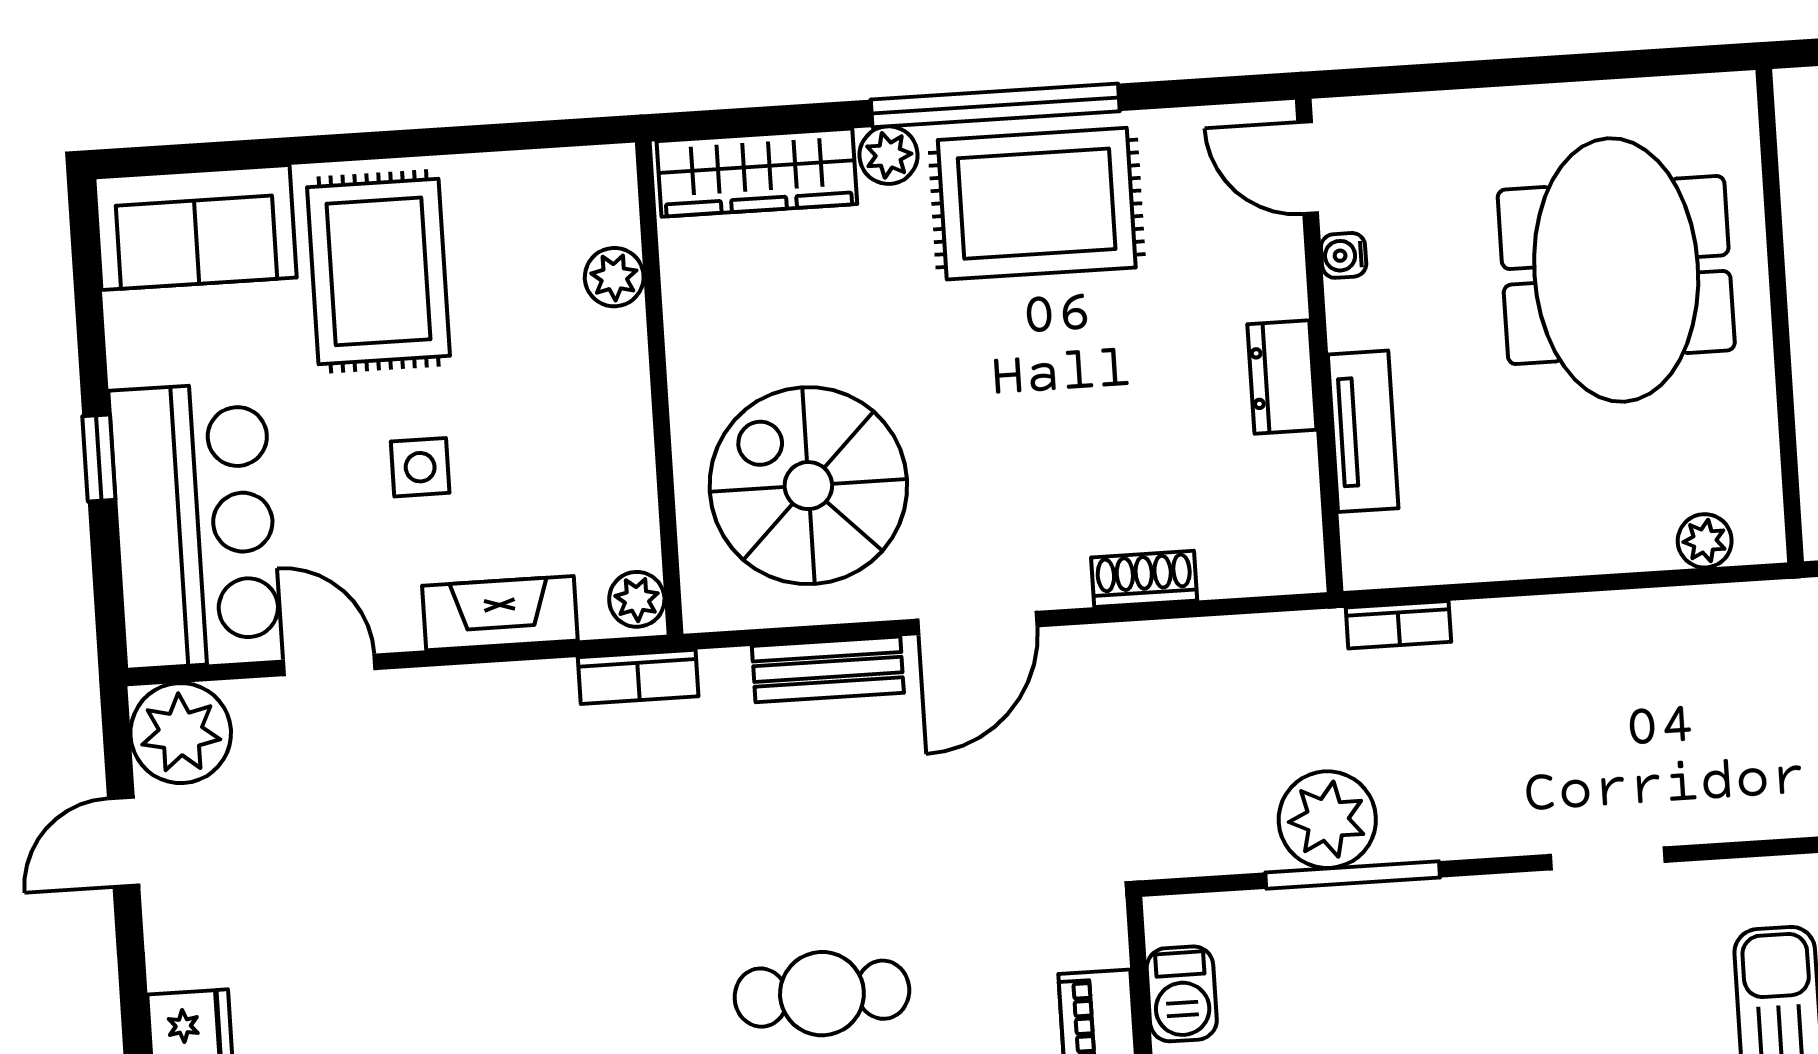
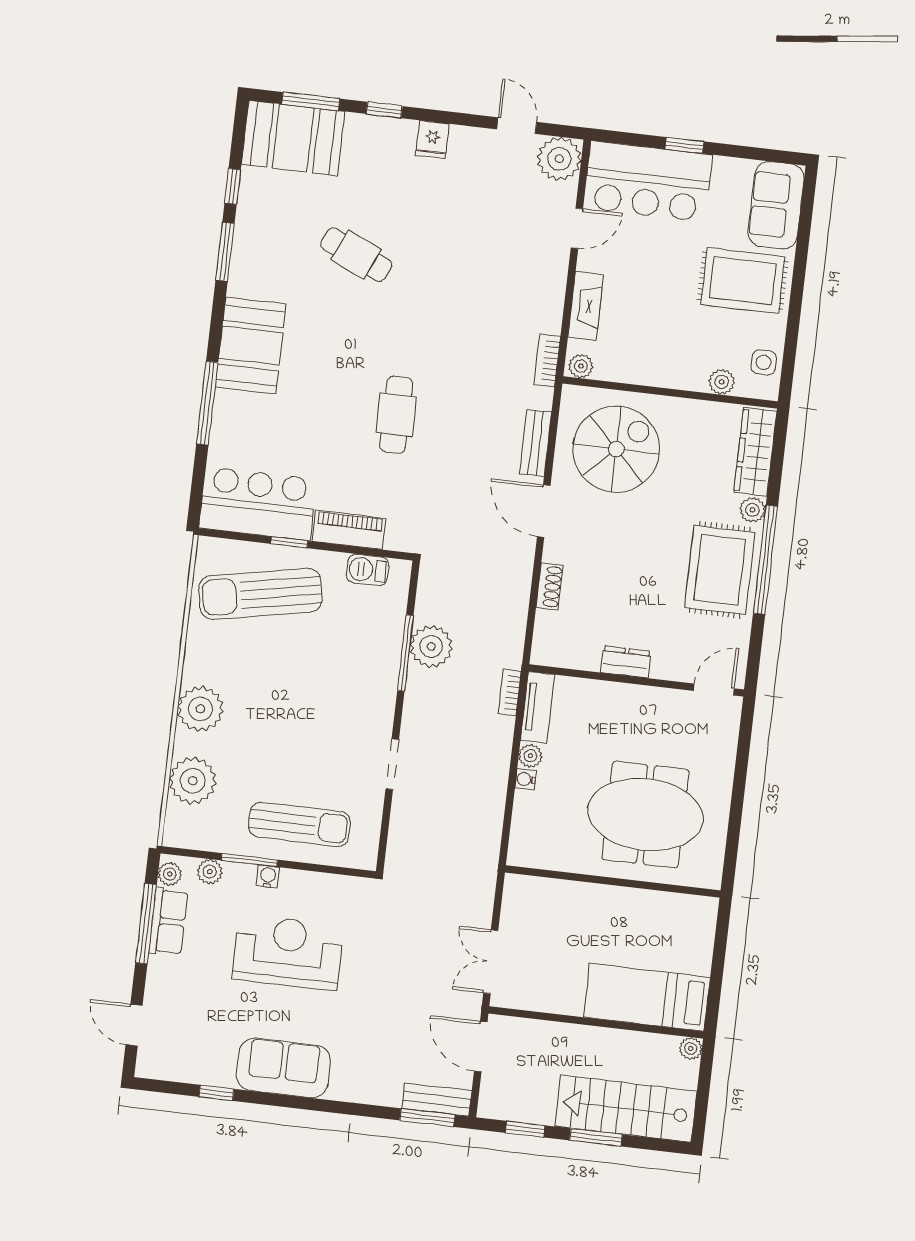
water cooler: (1344, 255) -> (526, 779), moved, turned -90
tv unit: (1363, 431) -> (538, 707), moved, turned -90
side table: (420, 467) -> (764, 362), moved
plant: (1705, 541) -> (530, 756), moved

